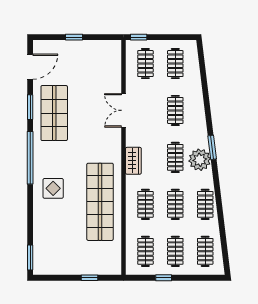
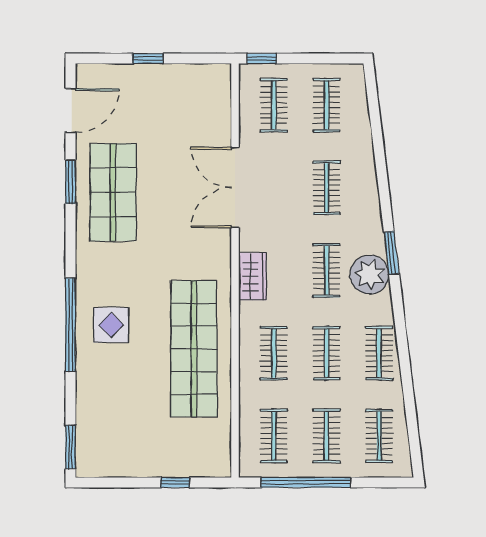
double door: (123, 110) -> (235, 188), width x1.37
window: (30, 158) -> (71, 325), moved
window: (164, 278) -> (306, 482), width x3.17

